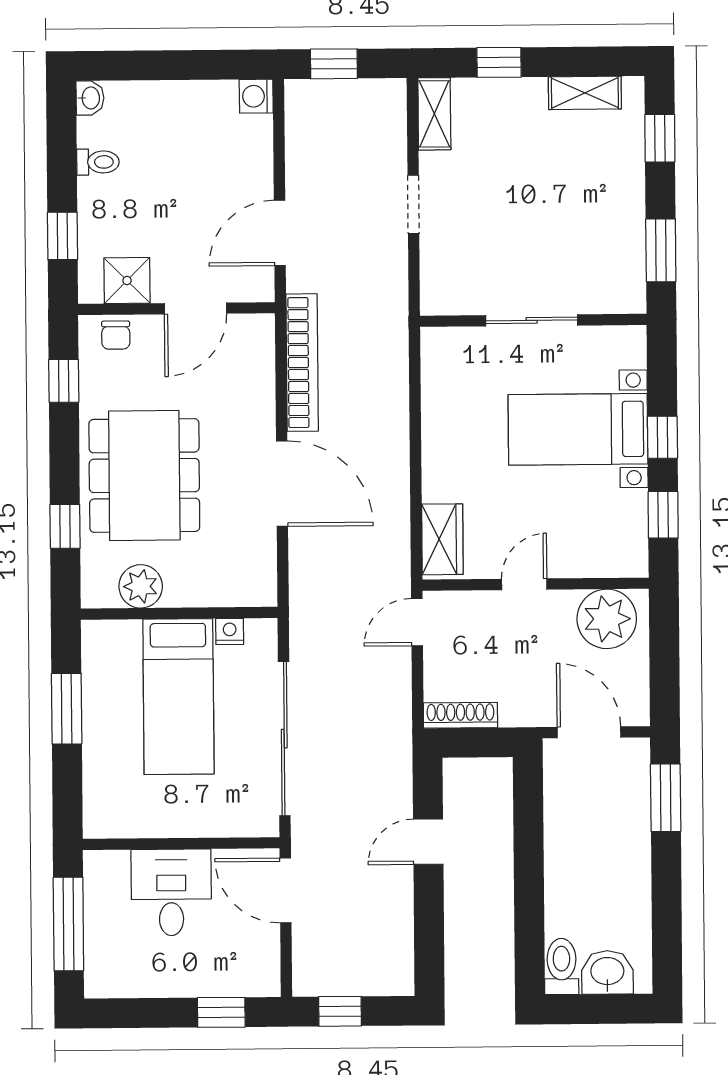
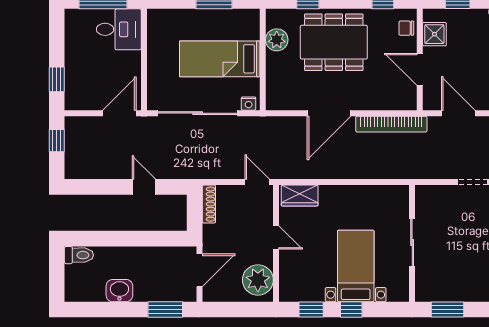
nightstand: (230, 631) -> (249, 104), moved, turned 90
desk: (171, 892) -> (119, 29), moved
washbasin: (607, 972) -> (119, 291), moved, turned -90

